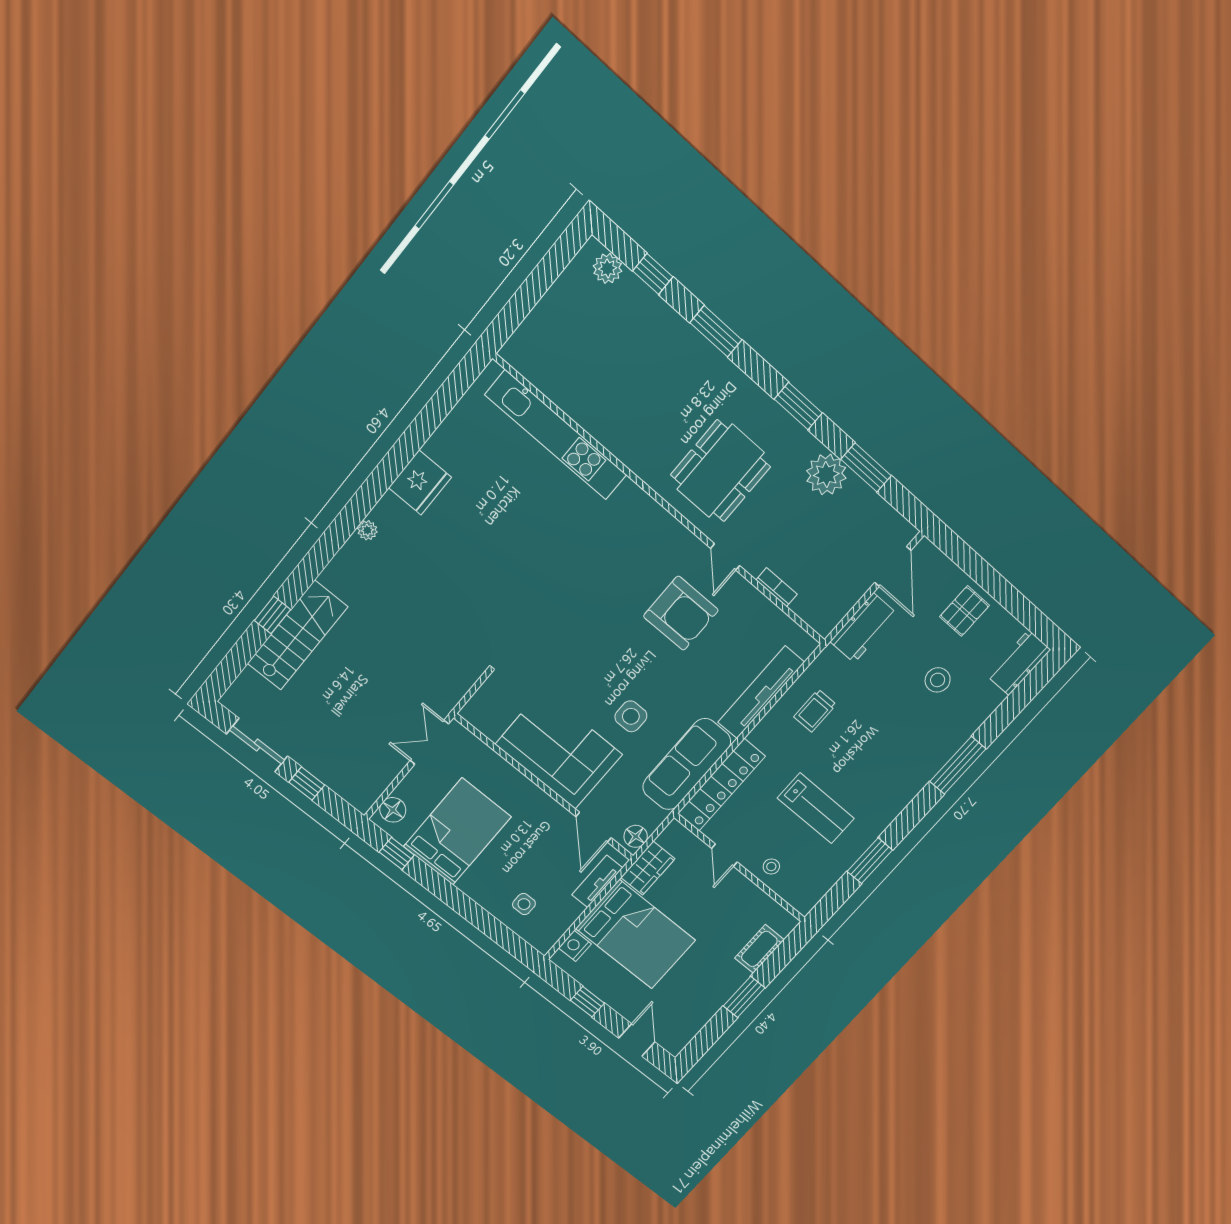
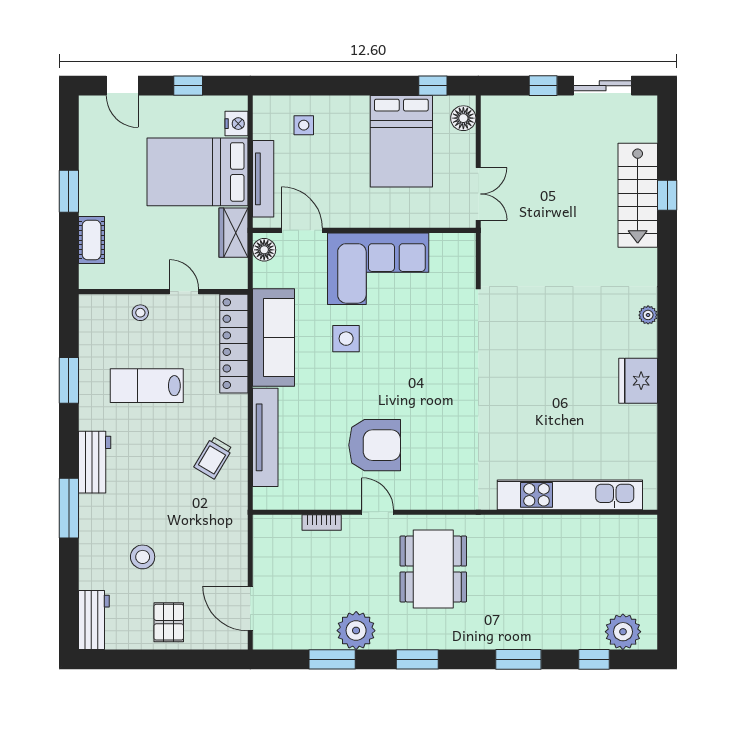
plant: (608, 268) -> (623, 632), width x1.36, depth x1.36
armchair: (681, 613) -> (375, 445), turned 180
workbench: (864, 628) -> (95, 462), moved, turned 180
trolley: (815, 711) -> (213, 458), turned -149
tv unit: (597, 881) -> (263, 179), width x1.41

